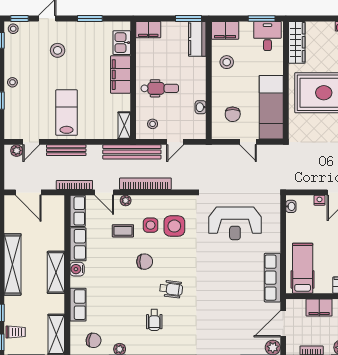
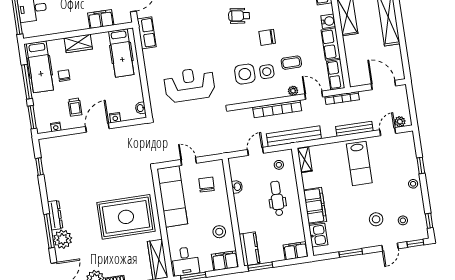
stool: (13, 29) -> (403, 220), moved
dental chair: (160, 88) -> (277, 198), turned 90
row of seats: (272, 278) -> (147, 33), width x0.68

